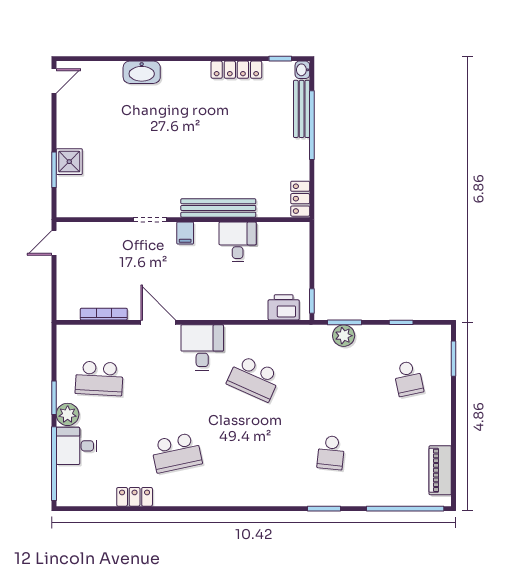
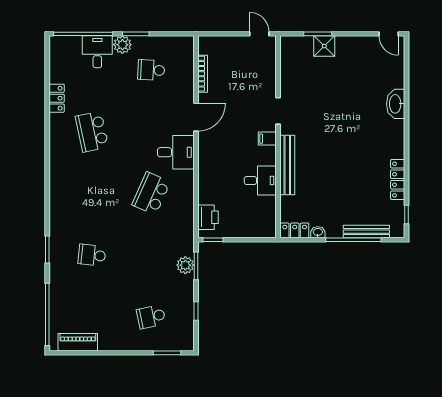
washbasin: (302, 70) -> (318, 232), moved
school desk: (99, 378) -> (151, 70), width x0.54

